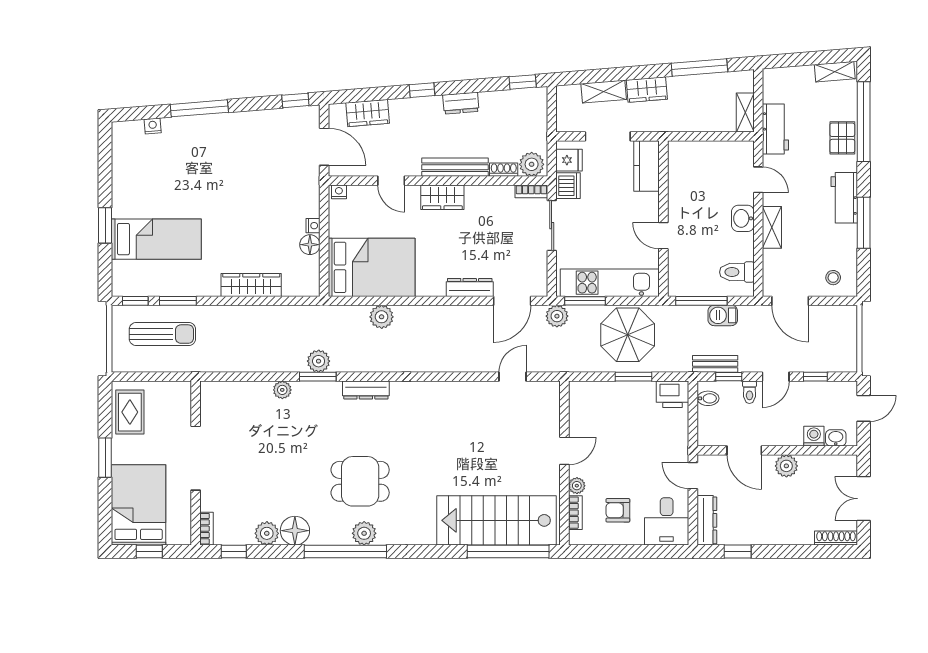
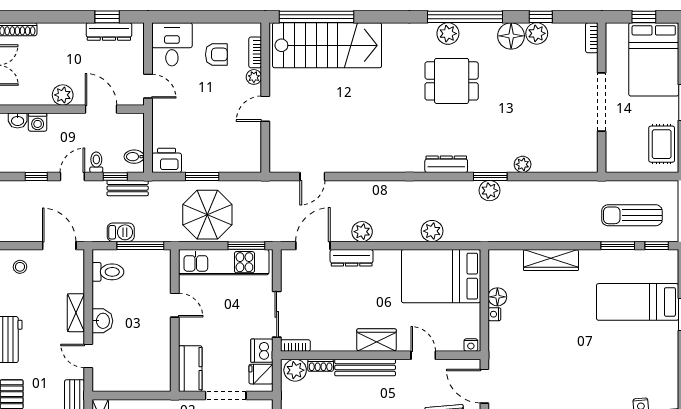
plant: (557, 316) -> (362, 232), moved
dresser: (707, 520) -> (109, 31), moved, turned -90
window: (234, 552) -> (541, 17), moved

